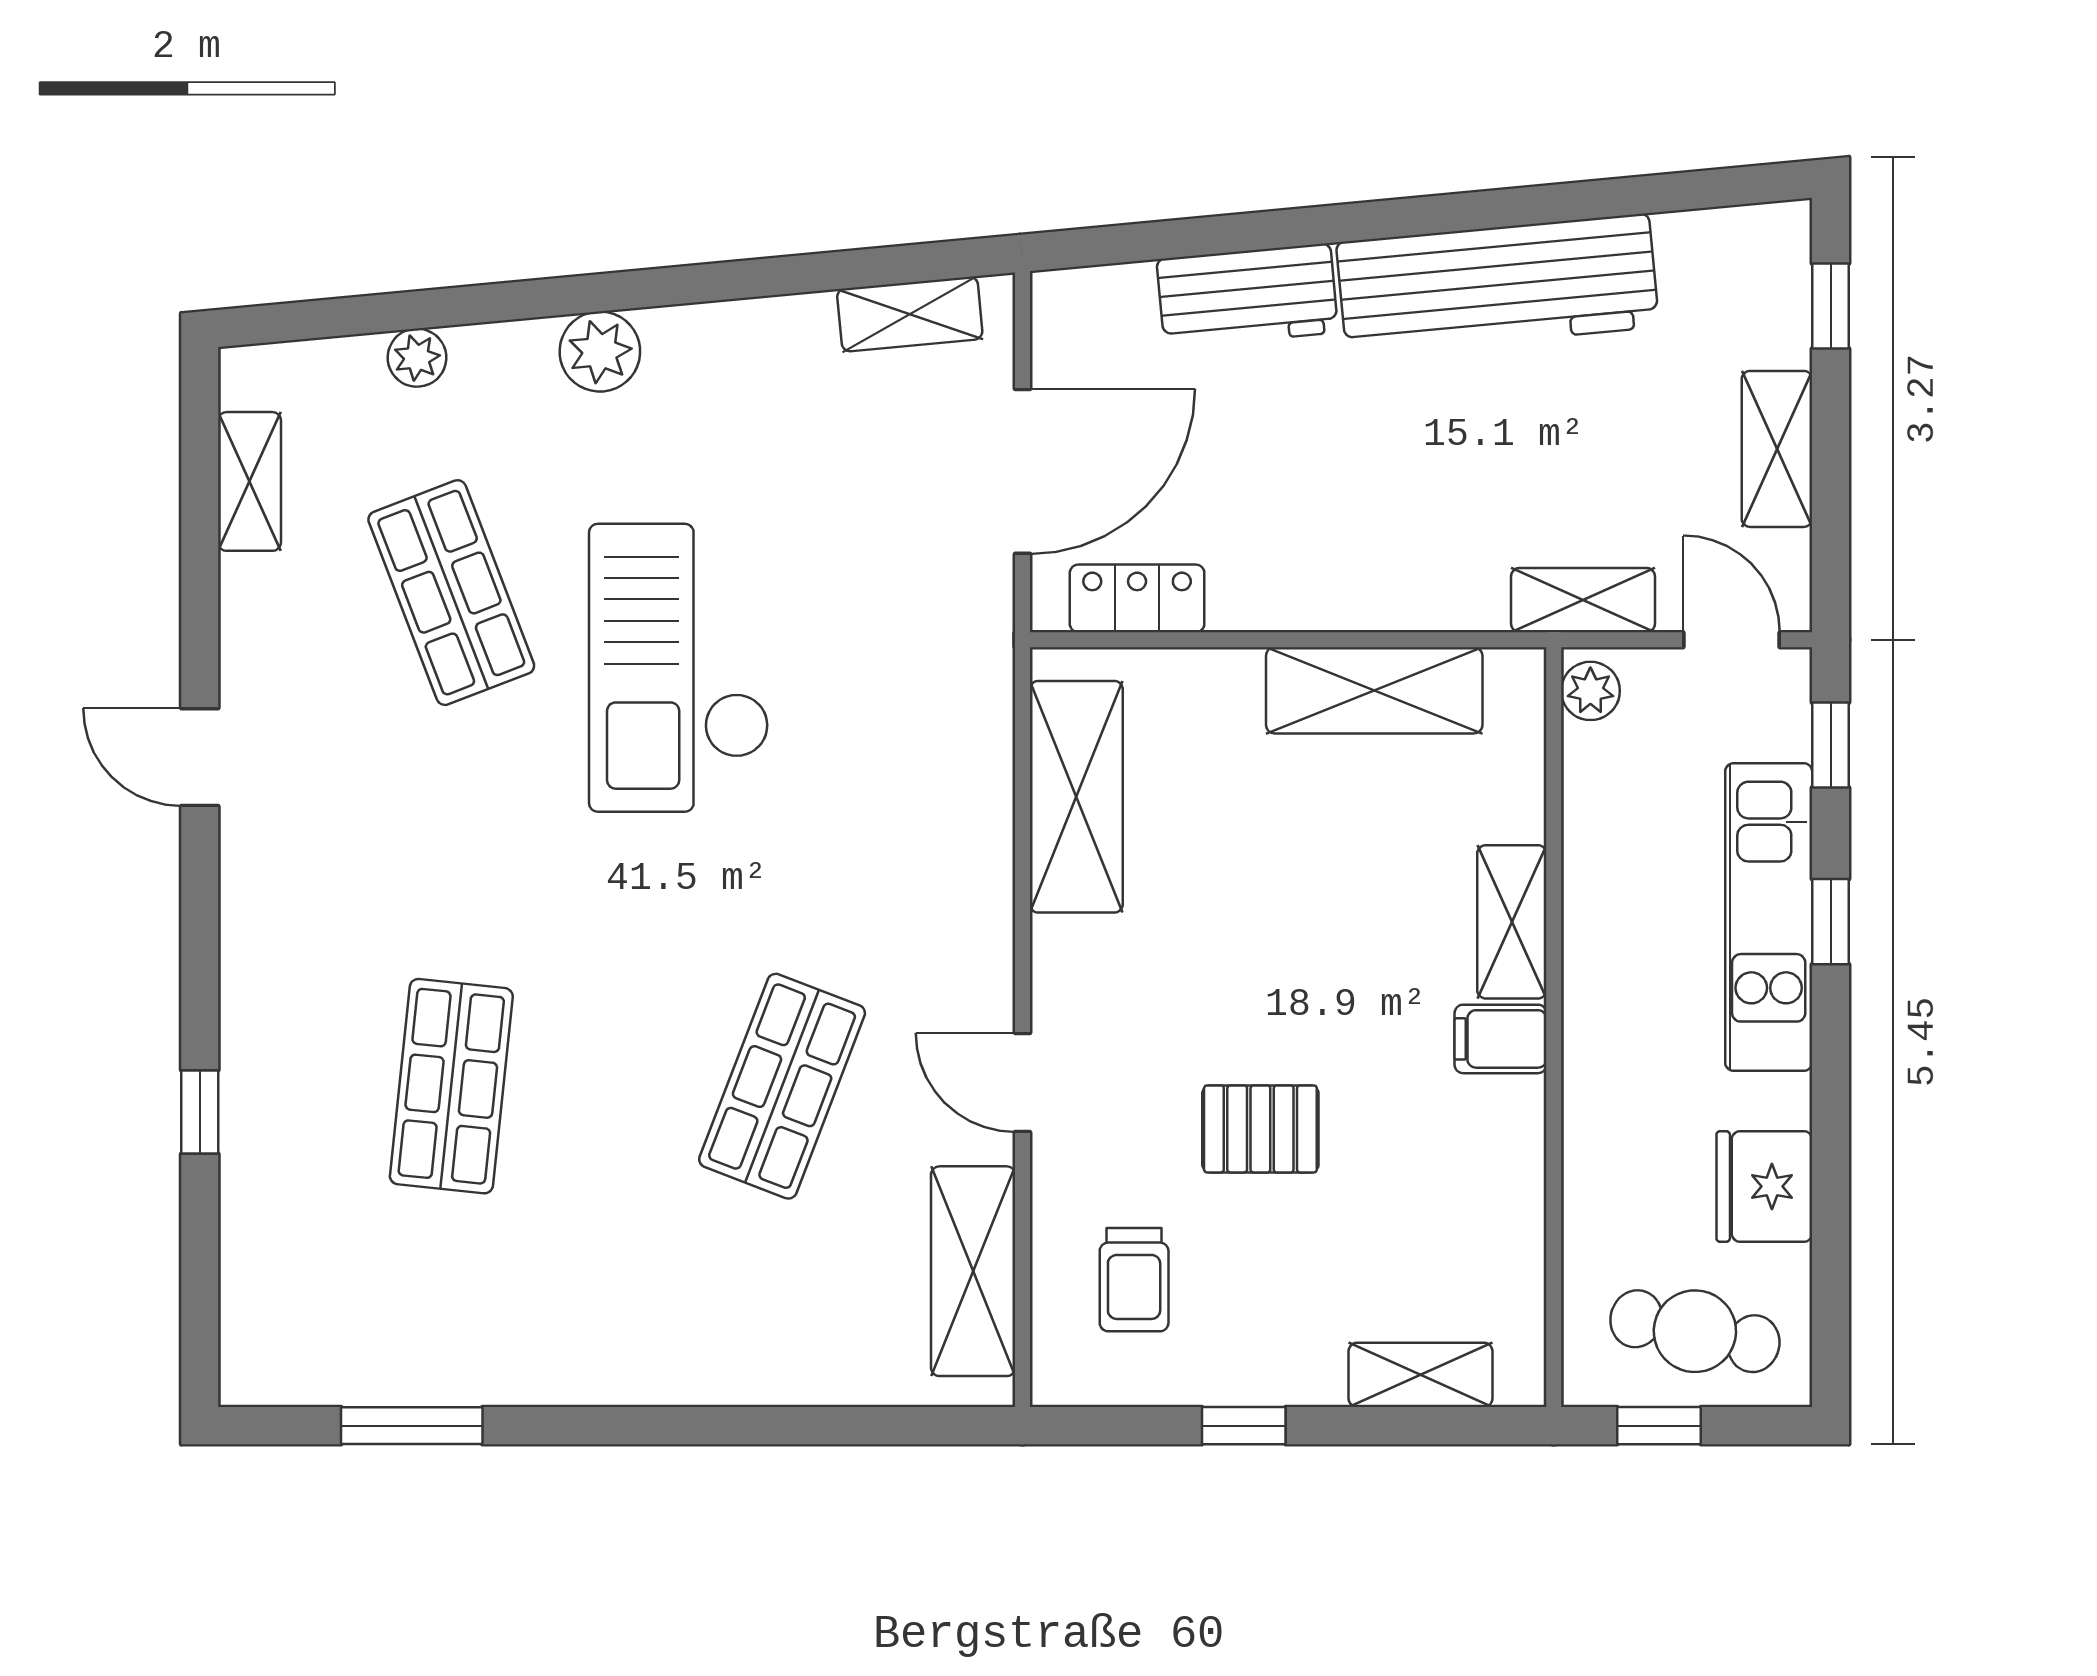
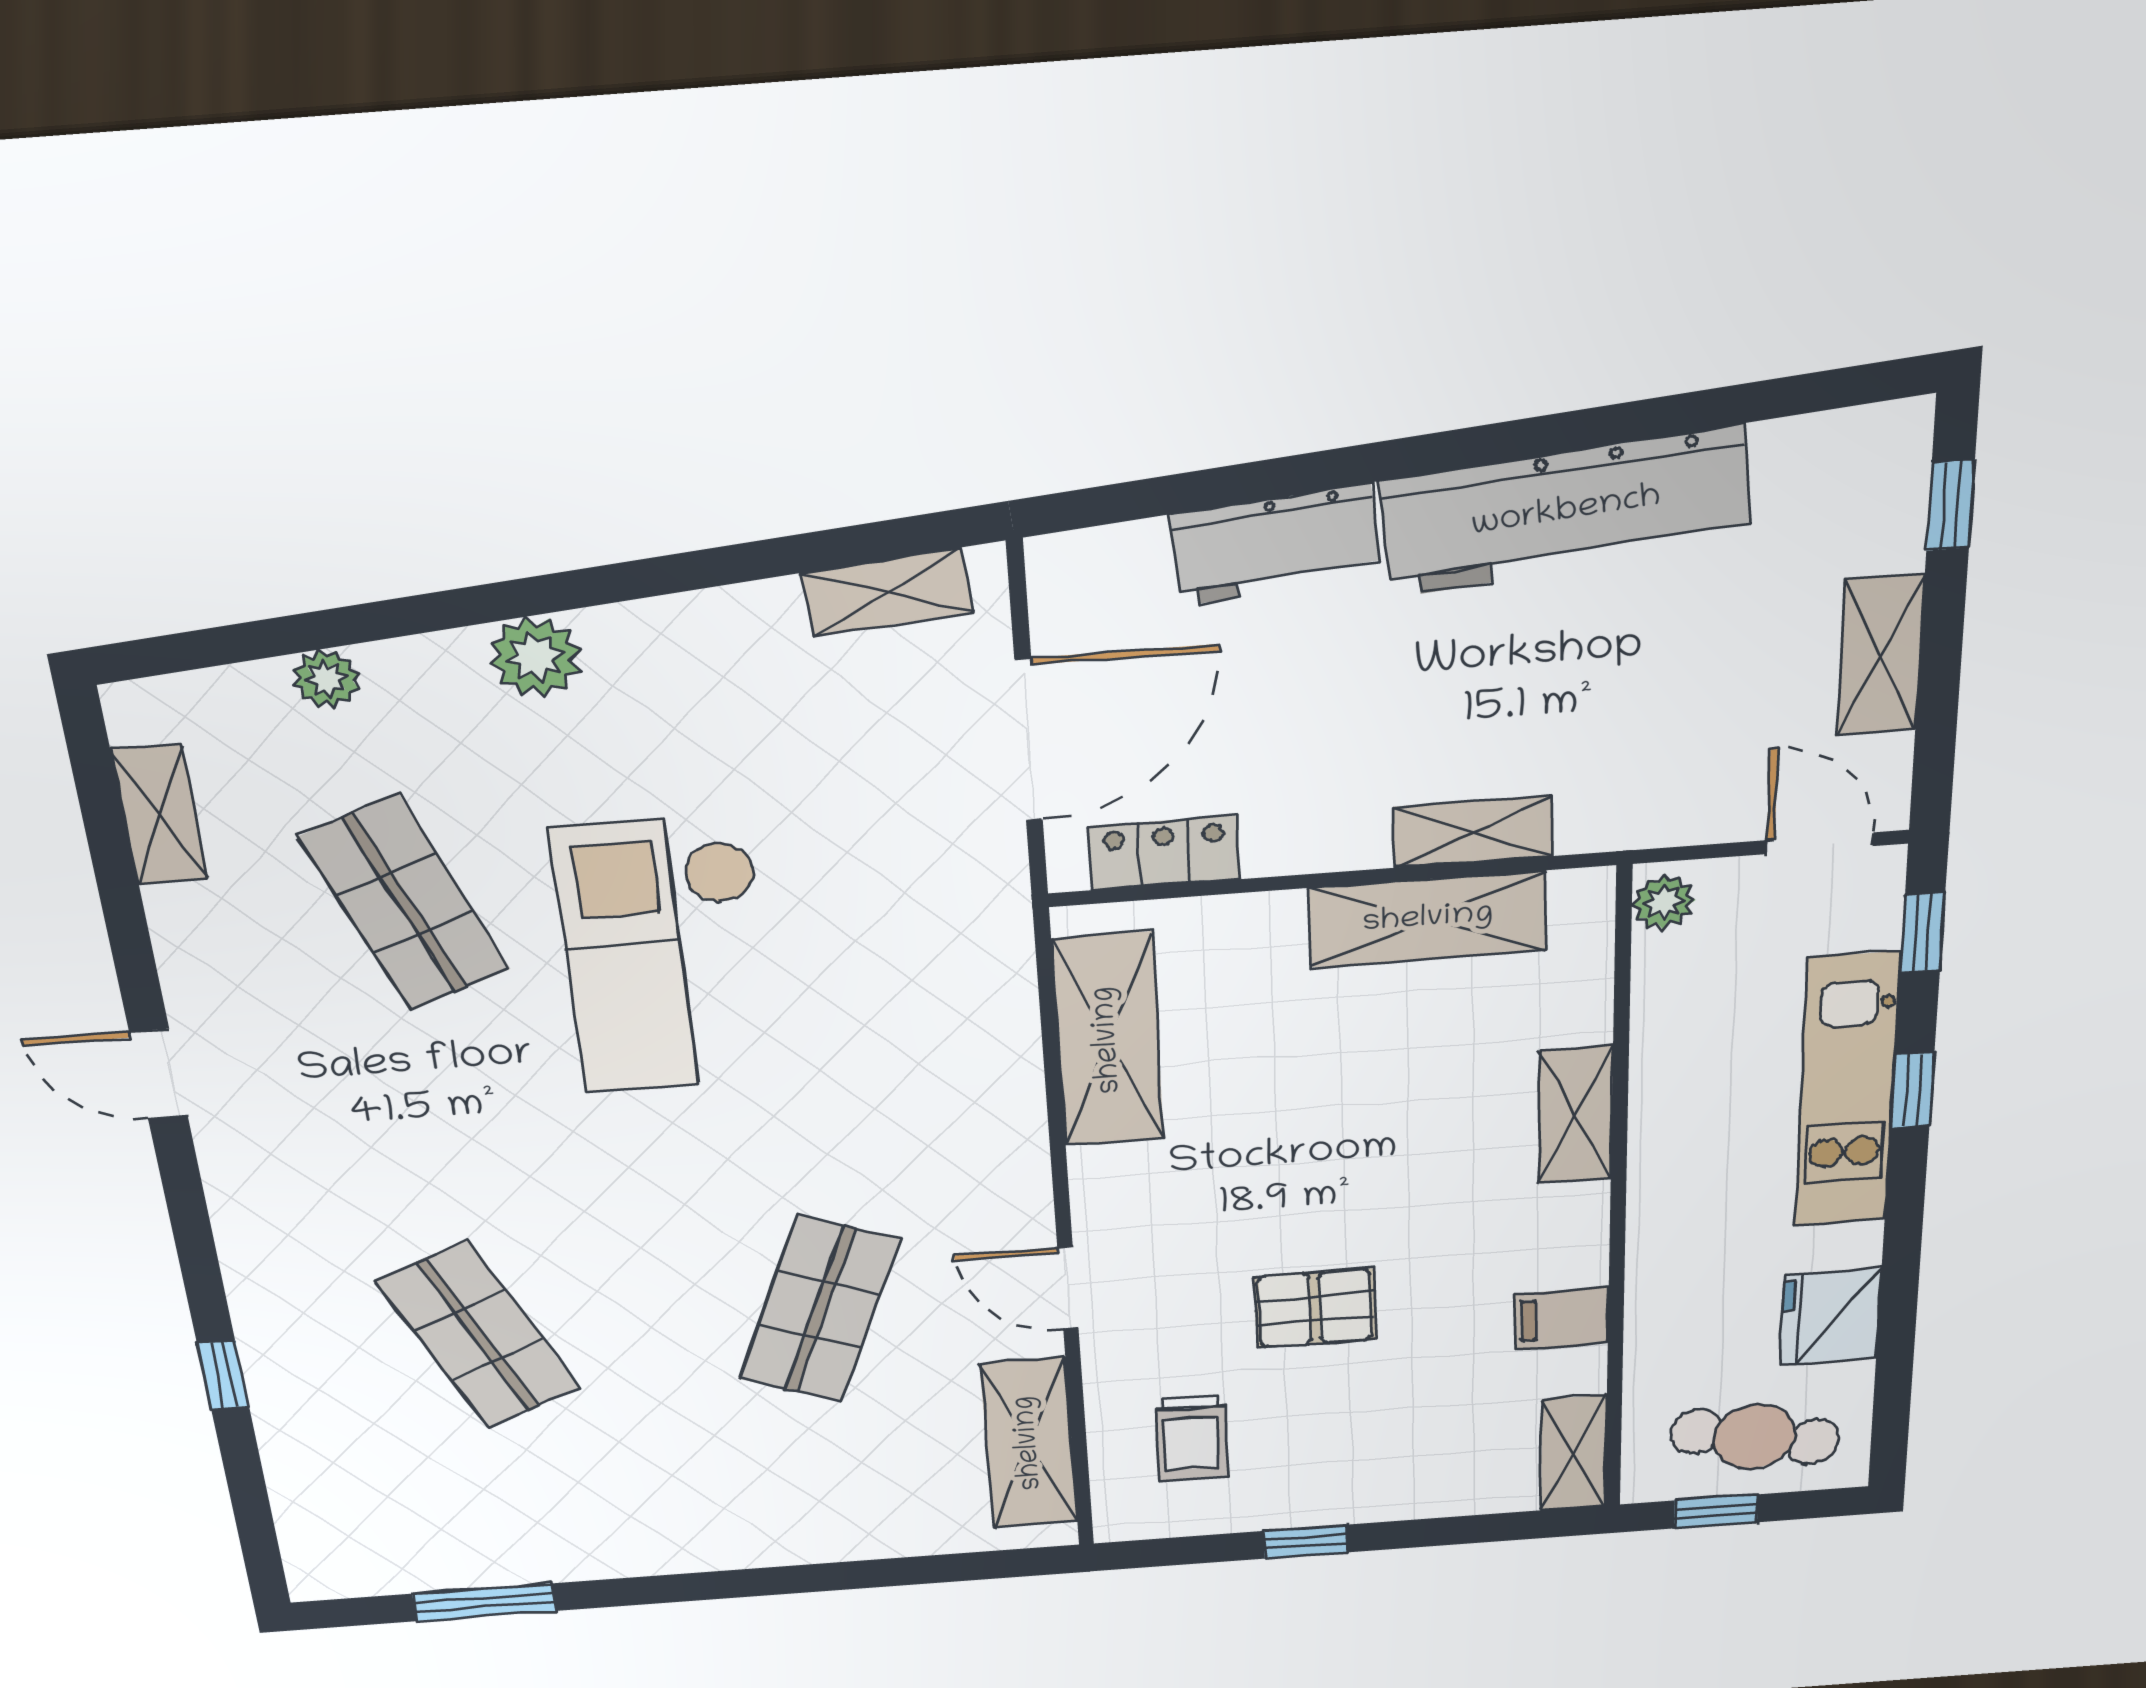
shelving: (1583, 600) -> (1473, 832), moved
filing cabinet: (1501, 1039) -> (1561, 1318), moved
shop shelf: (451, 1086) -> (478, 1335), turned -30
shelving: (1421, 1375) -> (1574, 1453), moved, turned 90

